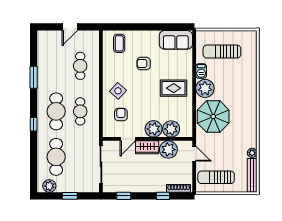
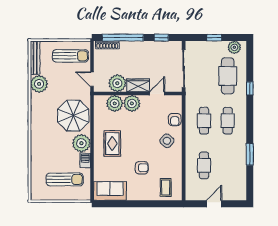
rug: (174, 88) -> (112, 144), turned 90
cafe table: (56, 111) -> (228, 121), width x0.73, depth x0.74
armchair: (121, 115) -> (175, 120), moved
window: (34, 124) -> (250, 88), moved
plant: (252, 153) -> (39, 84), width x1.88, depth x1.88
window: (163, 196) -> (123, 38), width x3.17

